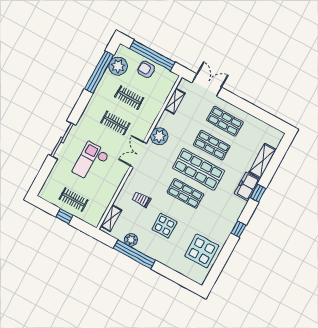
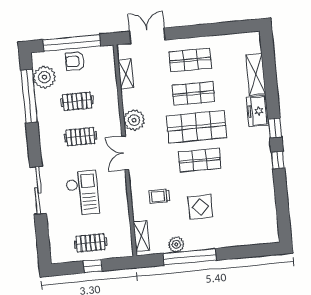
checkout: (91, 162) -> (82, 193), turned 180
window: (258, 193) -> (275, 128), moved
display table: (202, 251) -> (256, 207), removed

